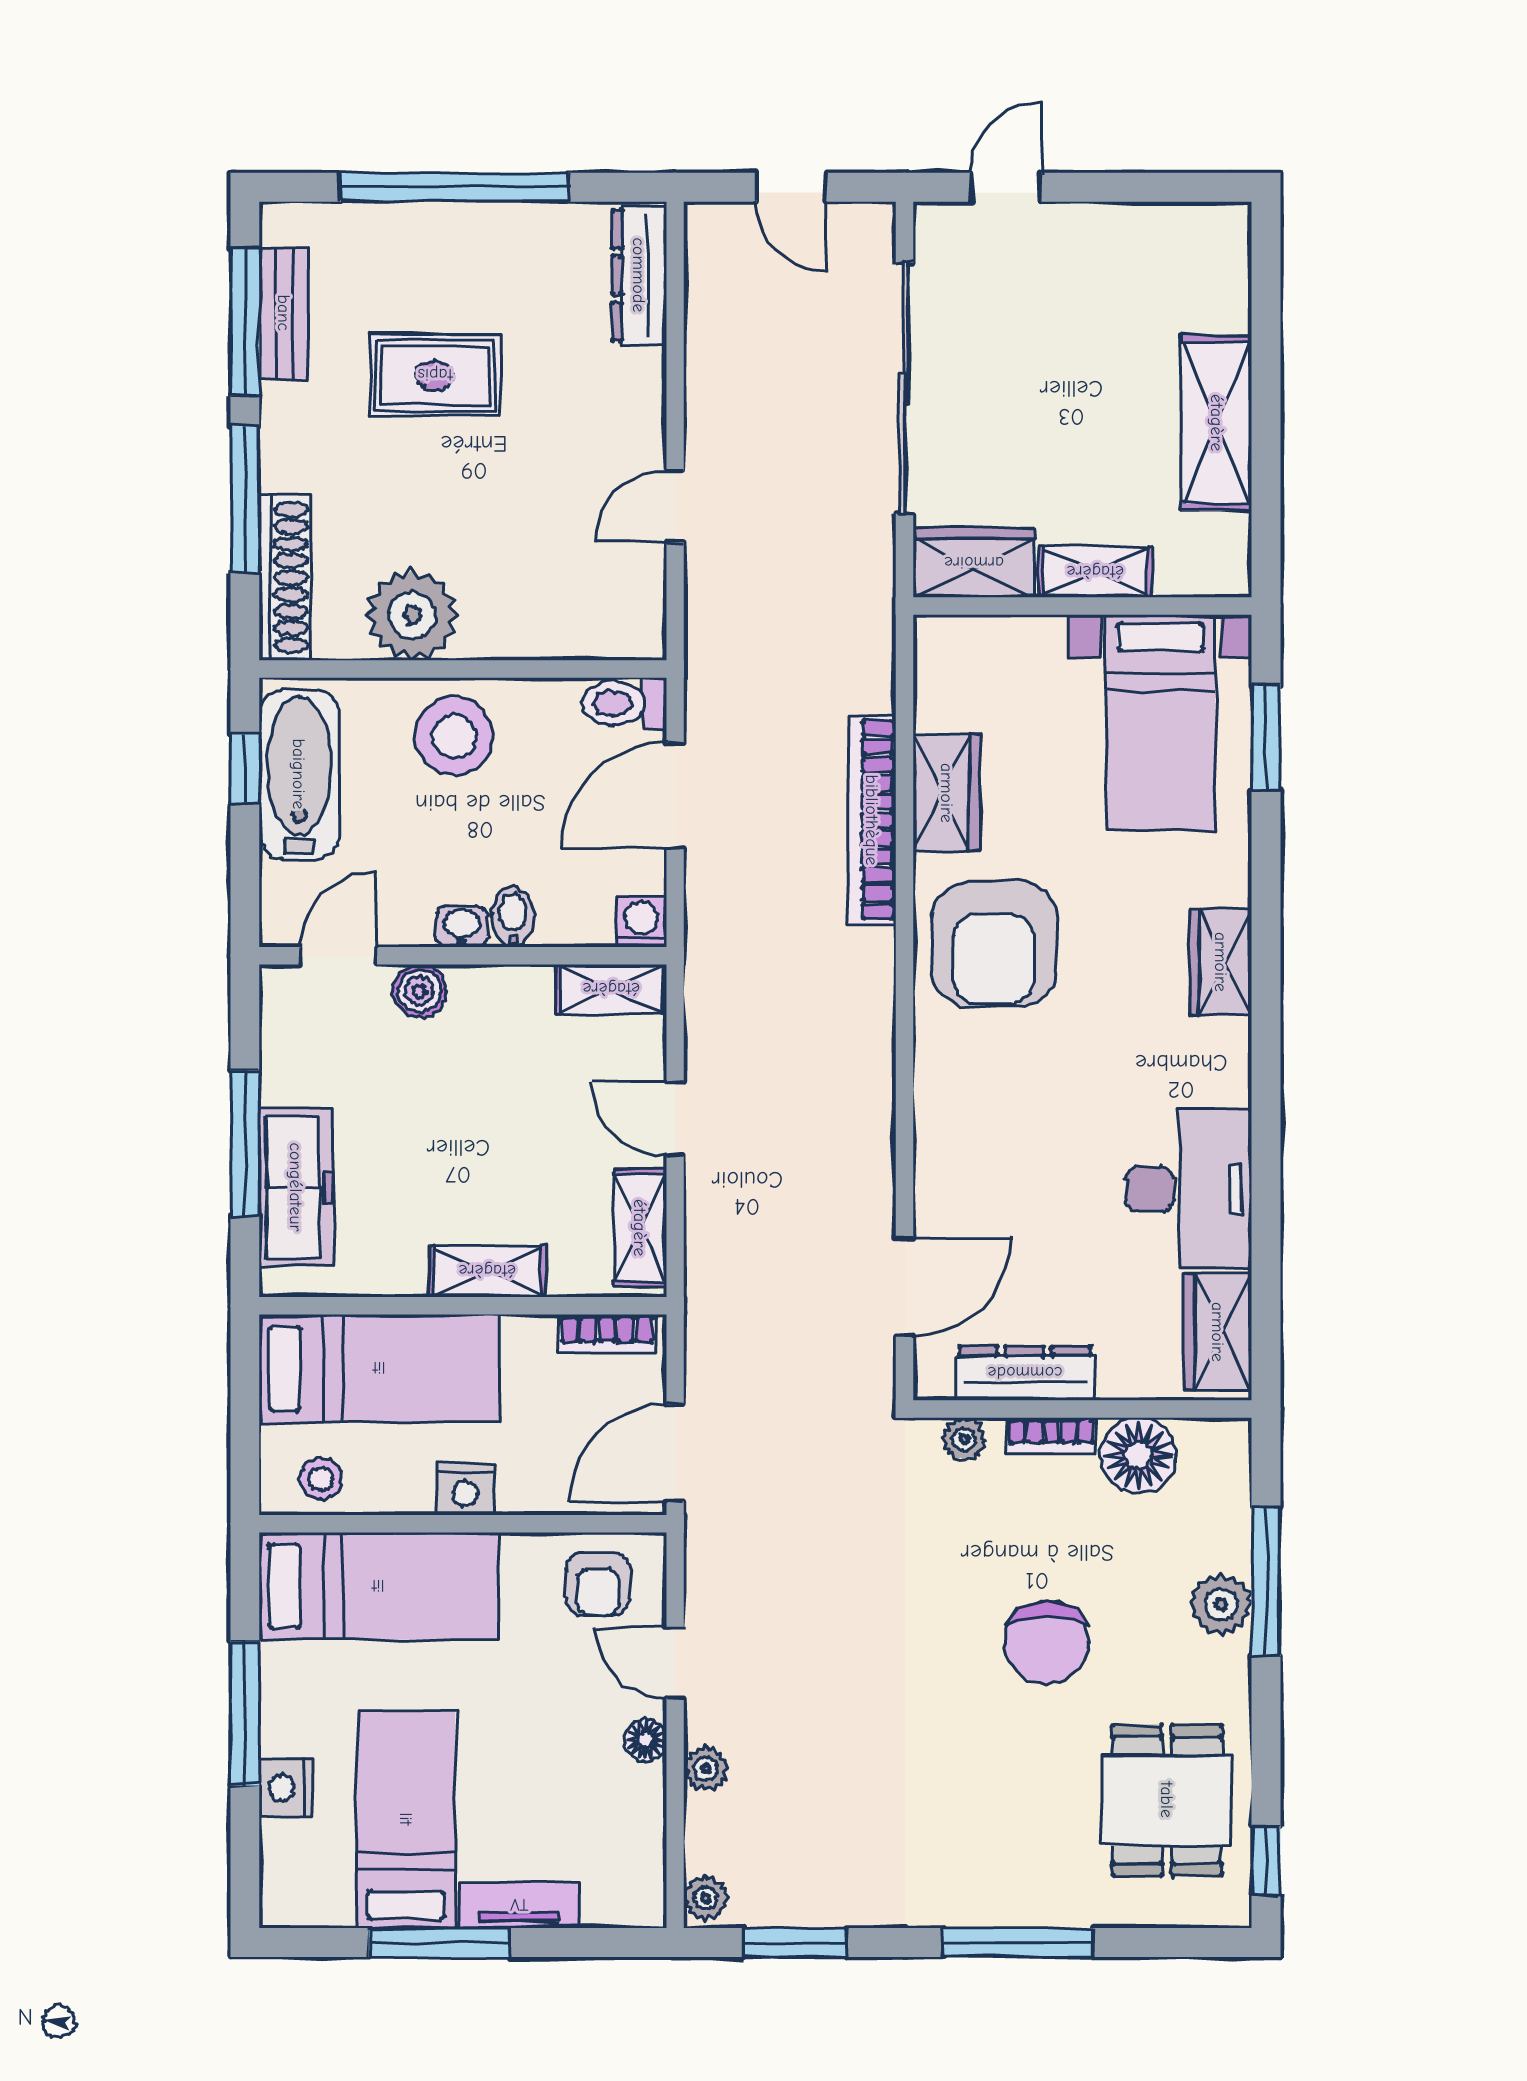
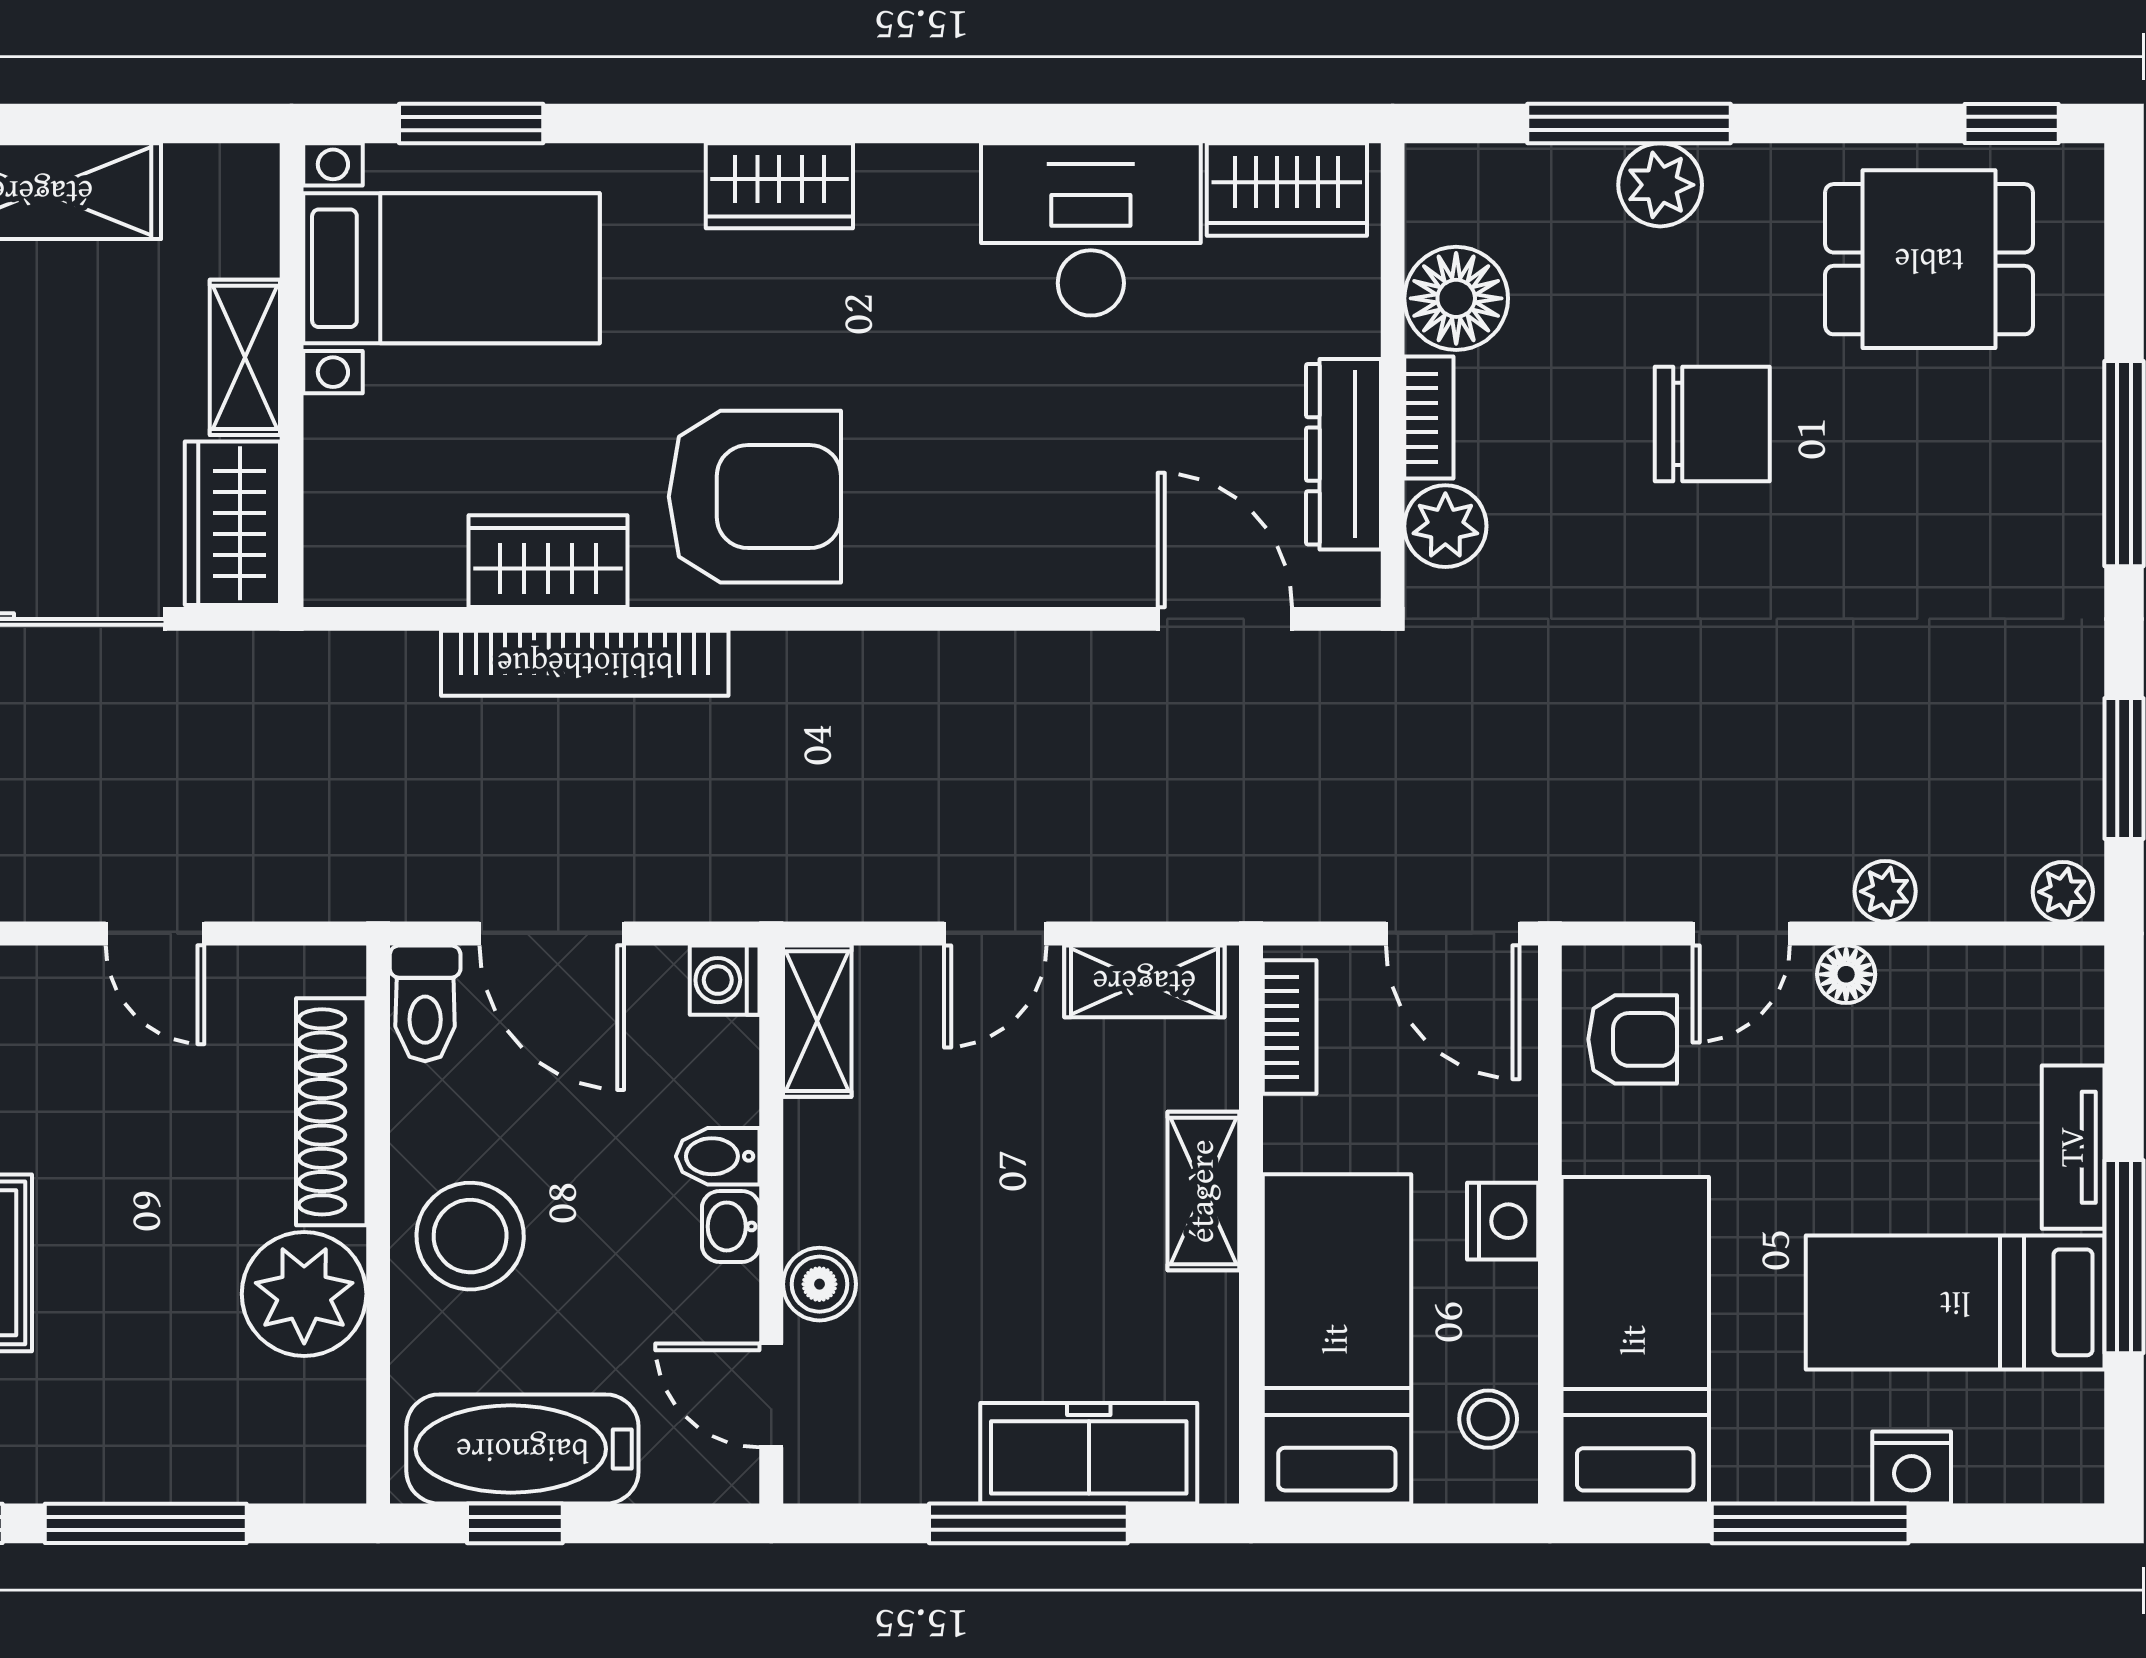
shoe rack: (285, 578) -> (331, 1112), moved, turned -90
plant: (964, 1439) -> (1445, 526), width x1.38, depth x1.38

